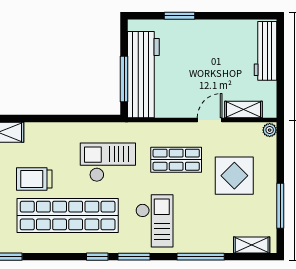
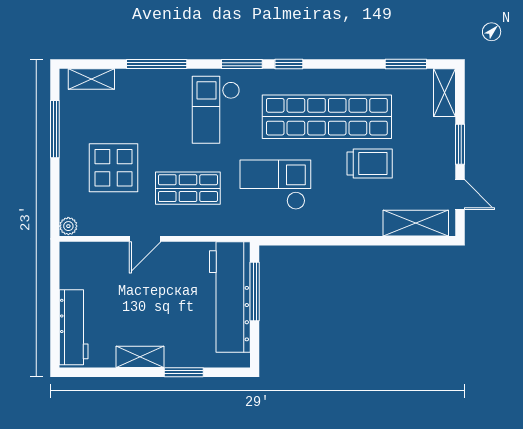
shelving: (243, 109) -> (140, 357), moved
checkout: (108, 162) -> (275, 185), turned 180

